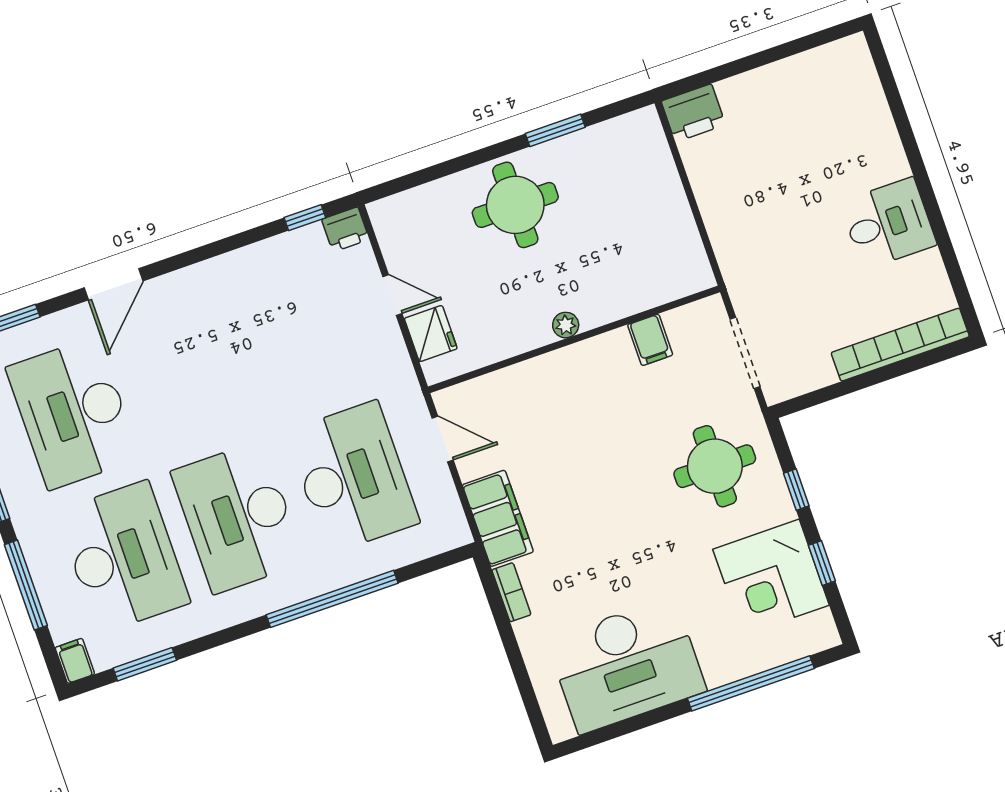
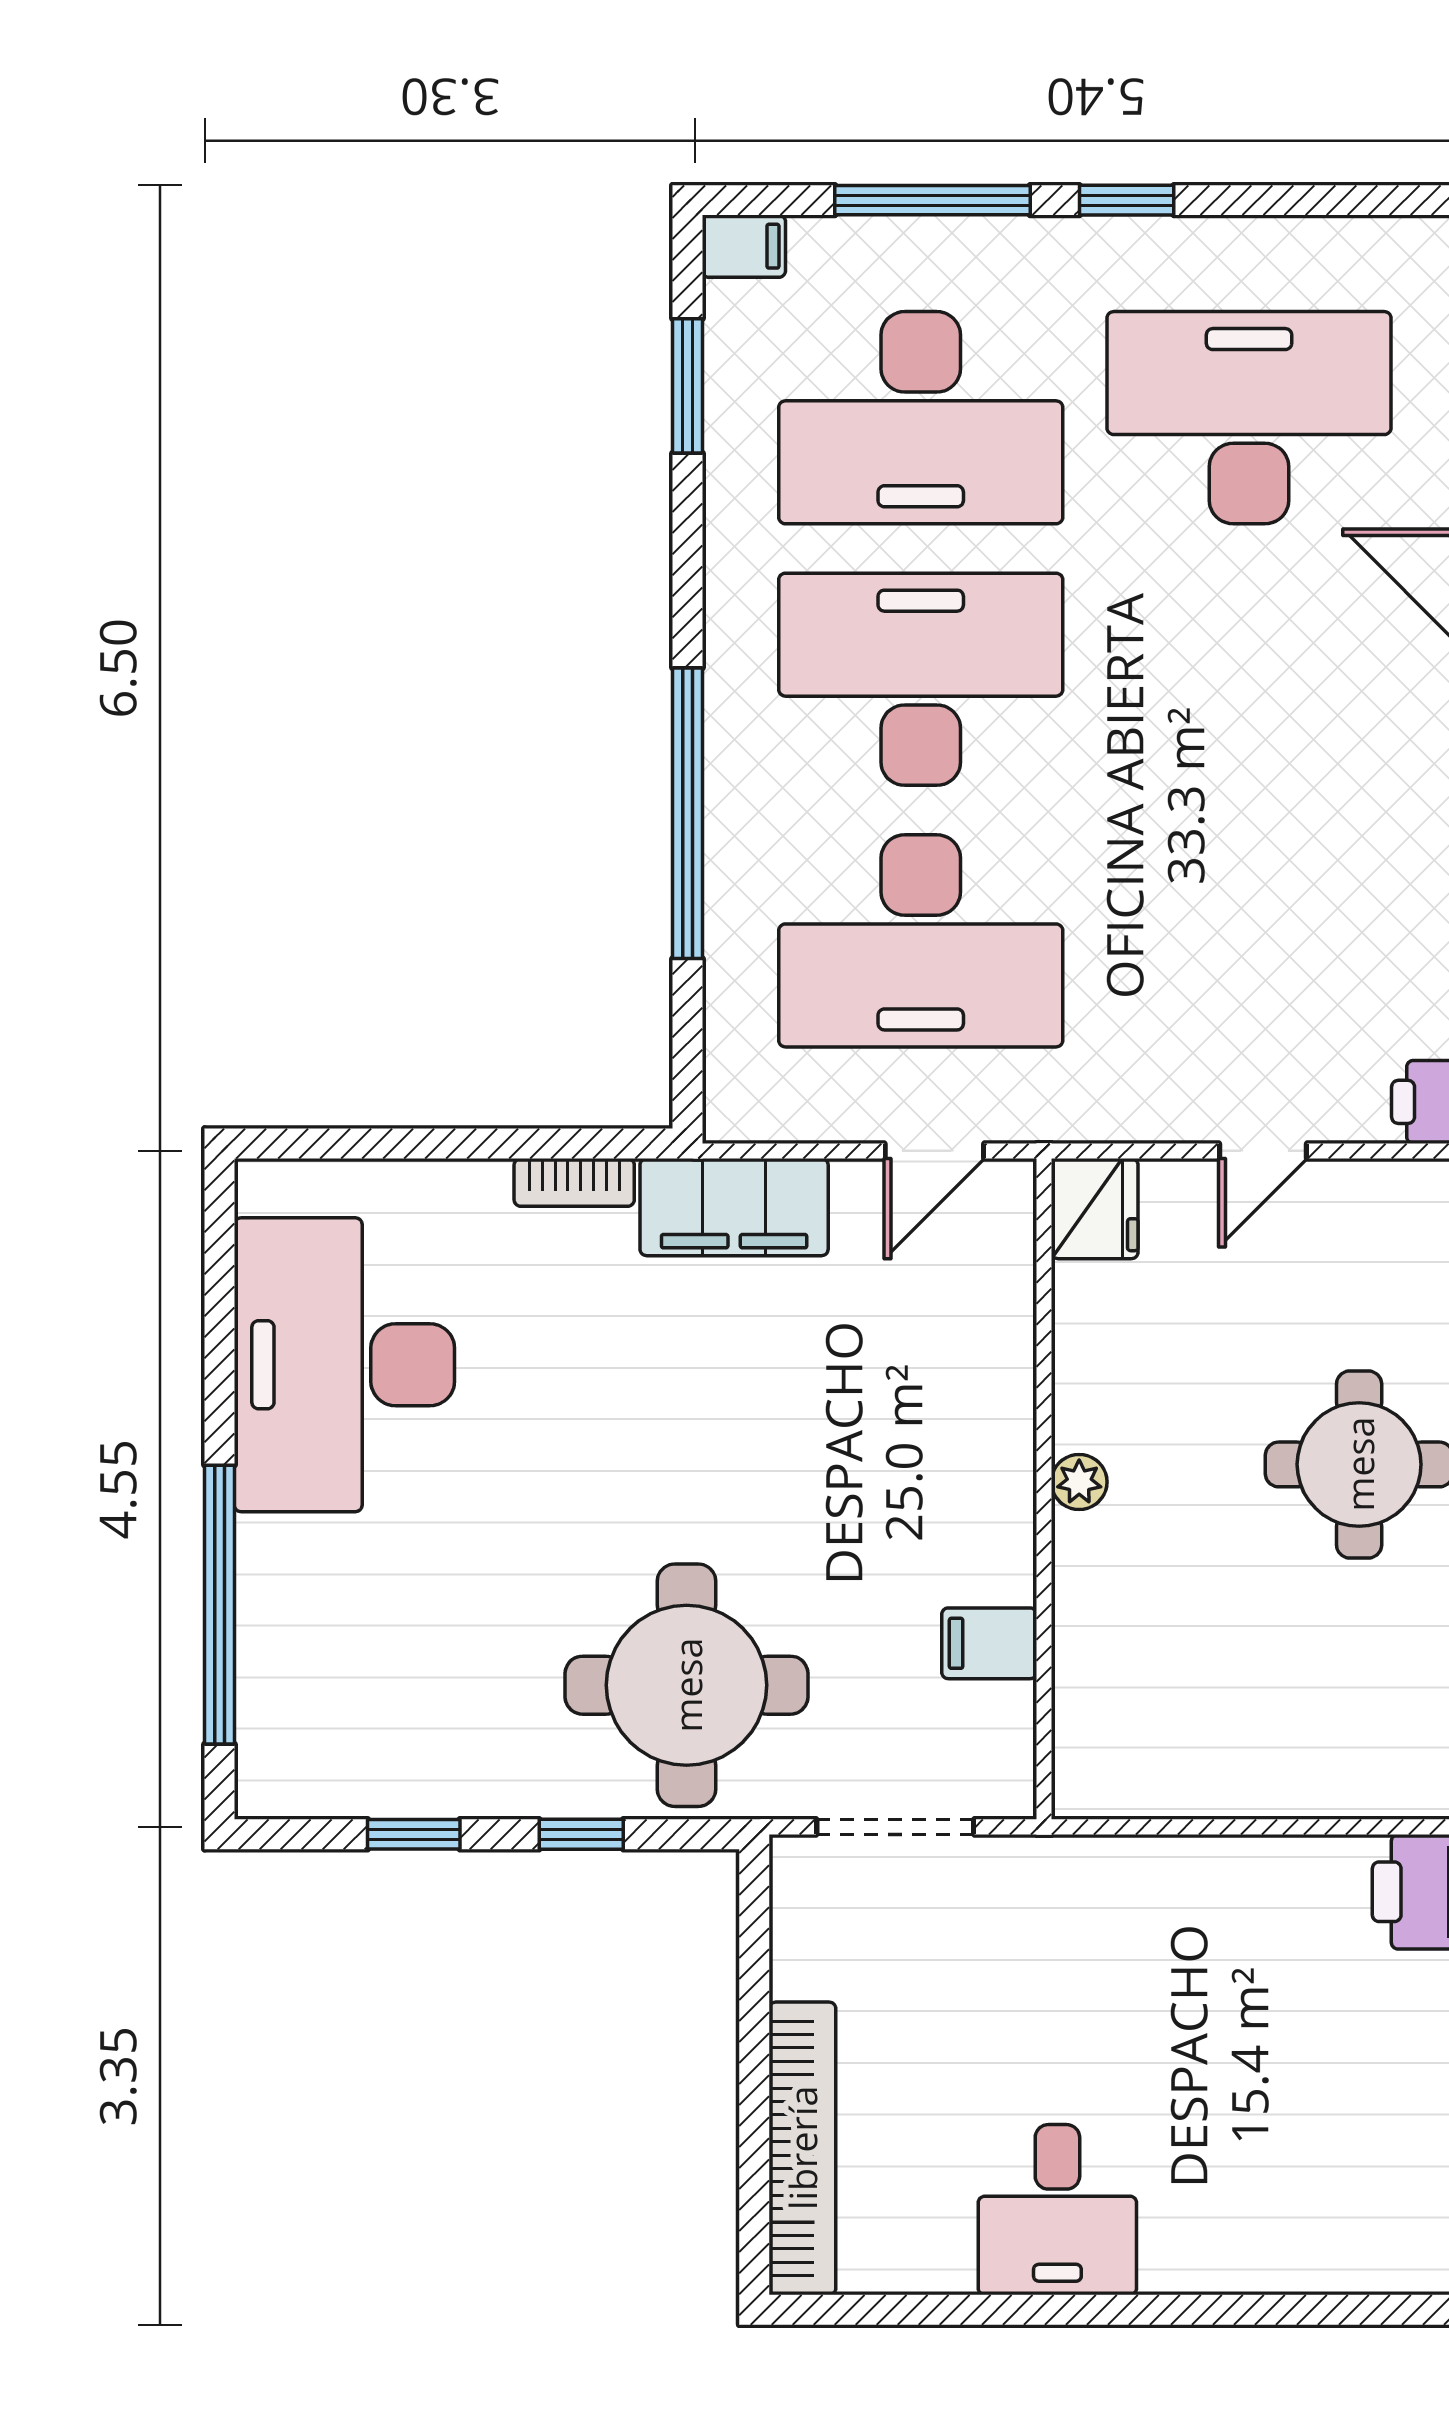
fridge: (431, 333) -> (1095, 1209), moved, turned -90
round table: (715, 466) -> (687, 1685), width x1.36, depth x1.36
corner desk: (771, 577) -> (421, 1721), removed

